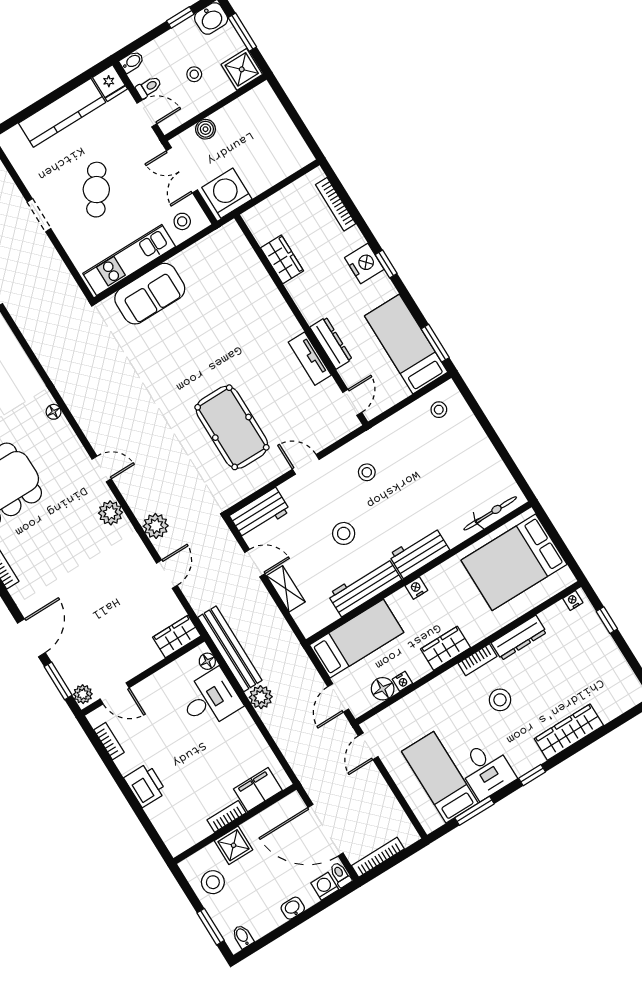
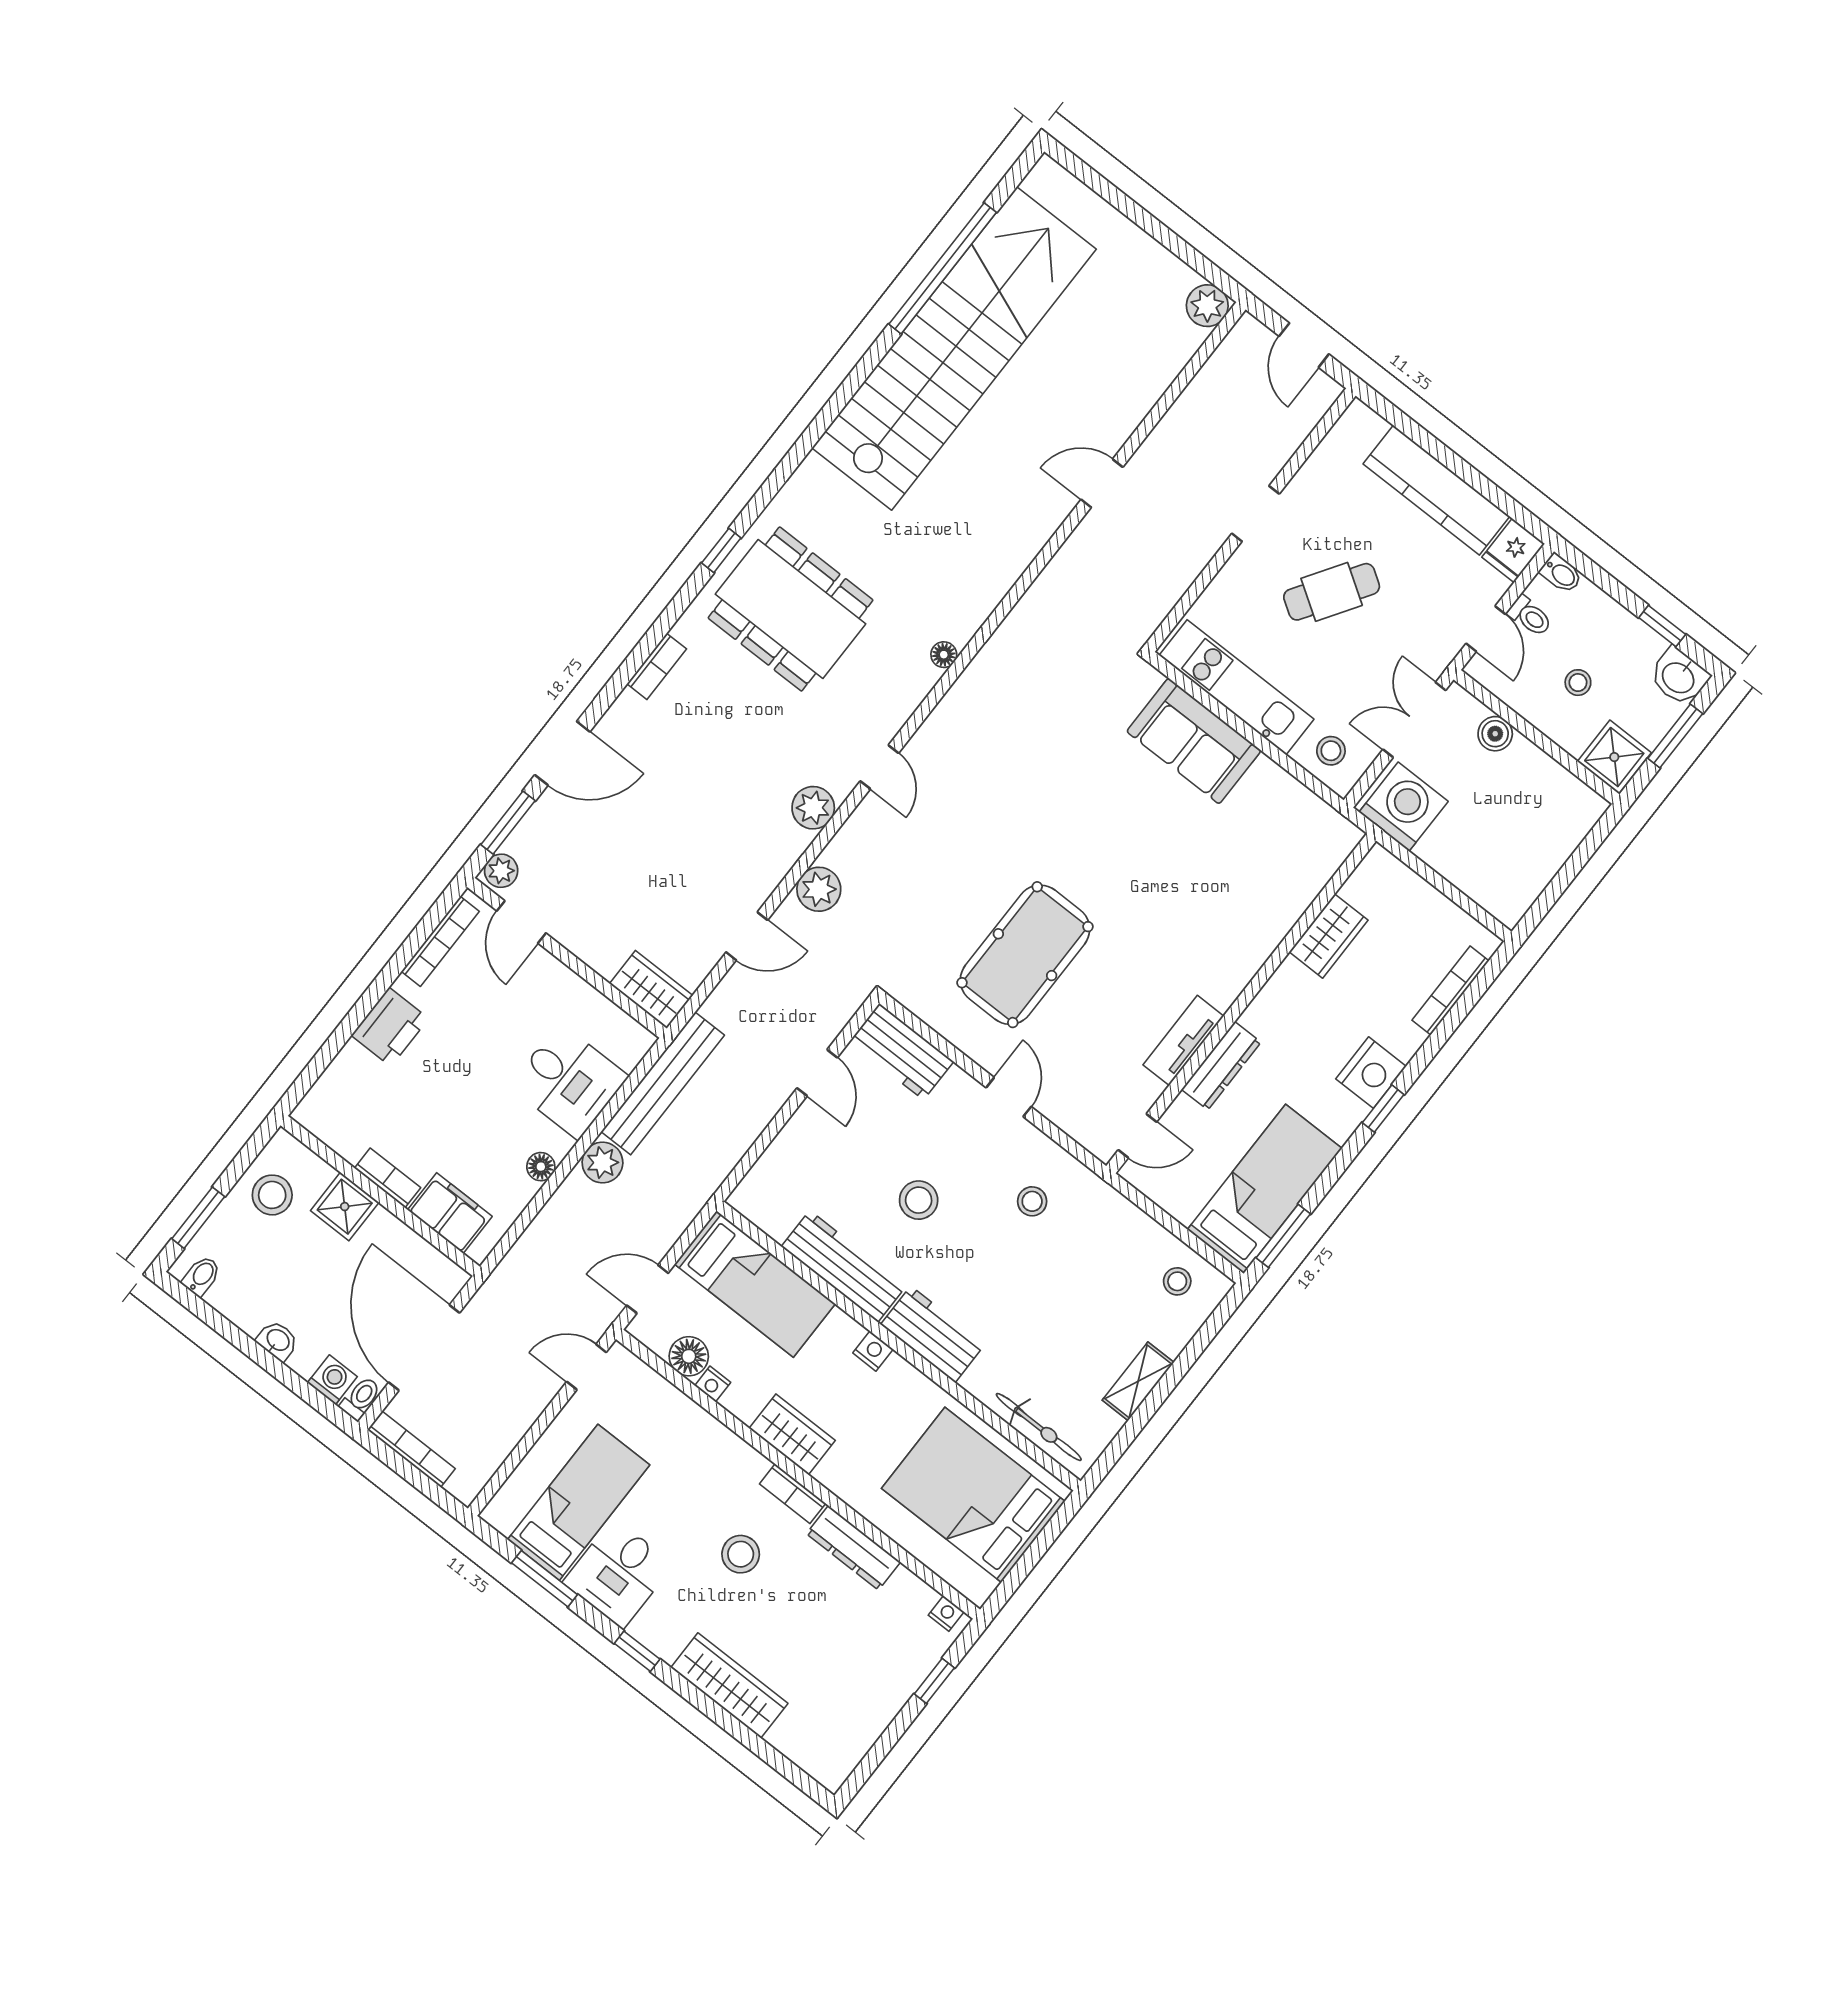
shelving: (286, 589) -> (1138, 1381), moved
floor lamp: (207, 661) -> (541, 1167), moved
bookcase: (109, 741) -> (440, 941), width x1.56

